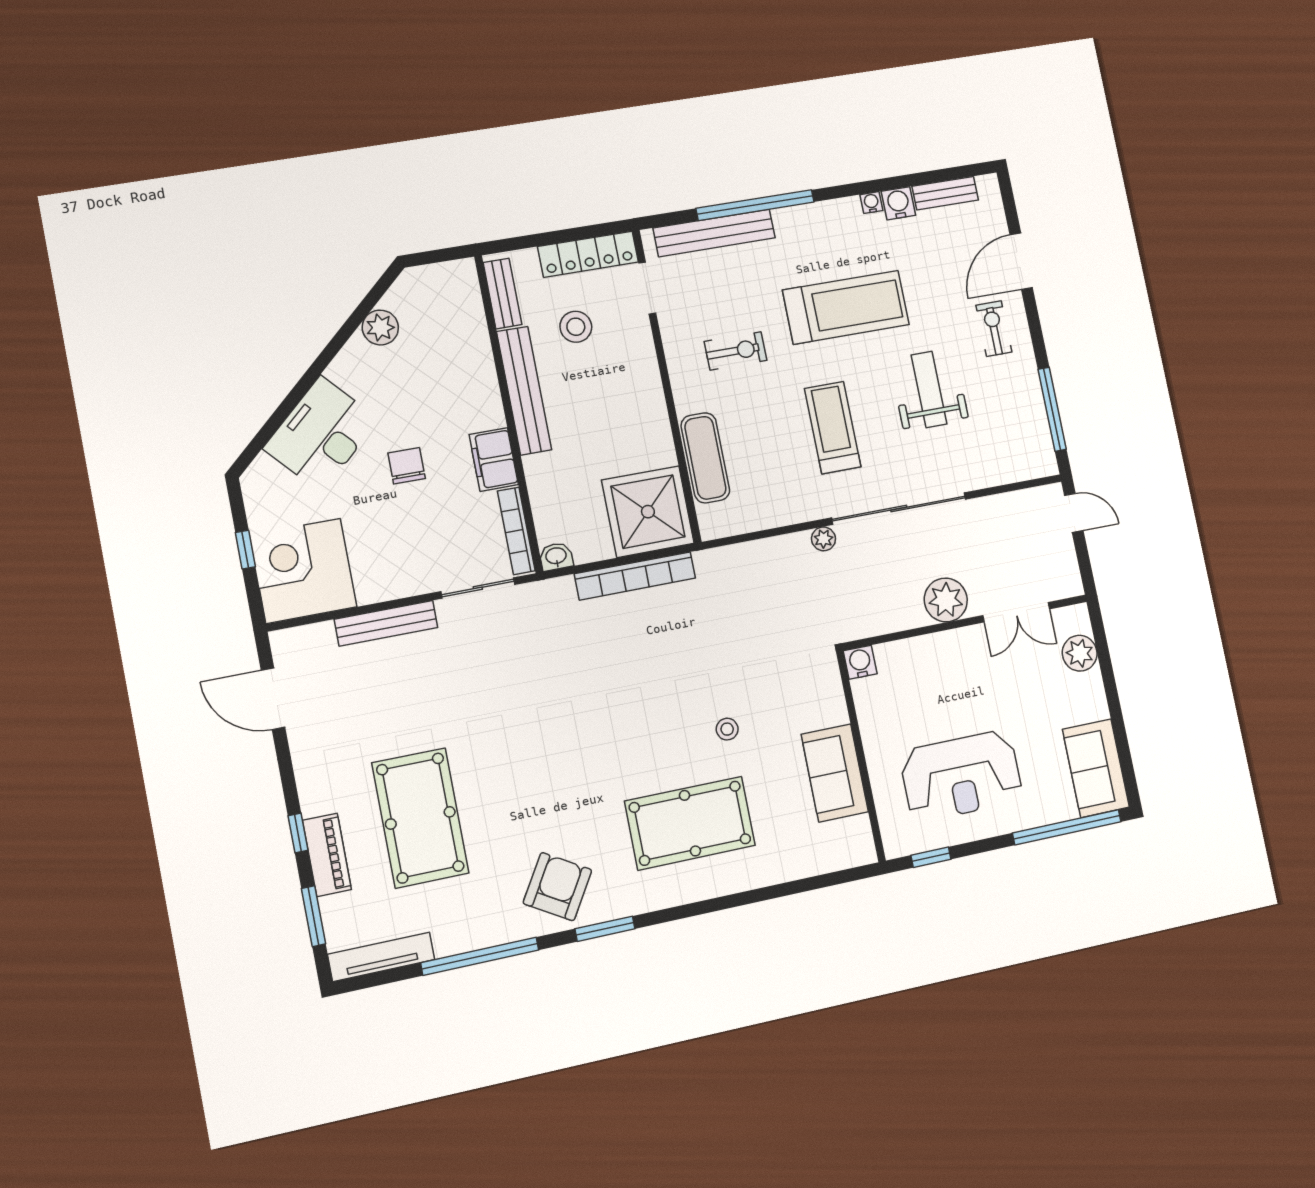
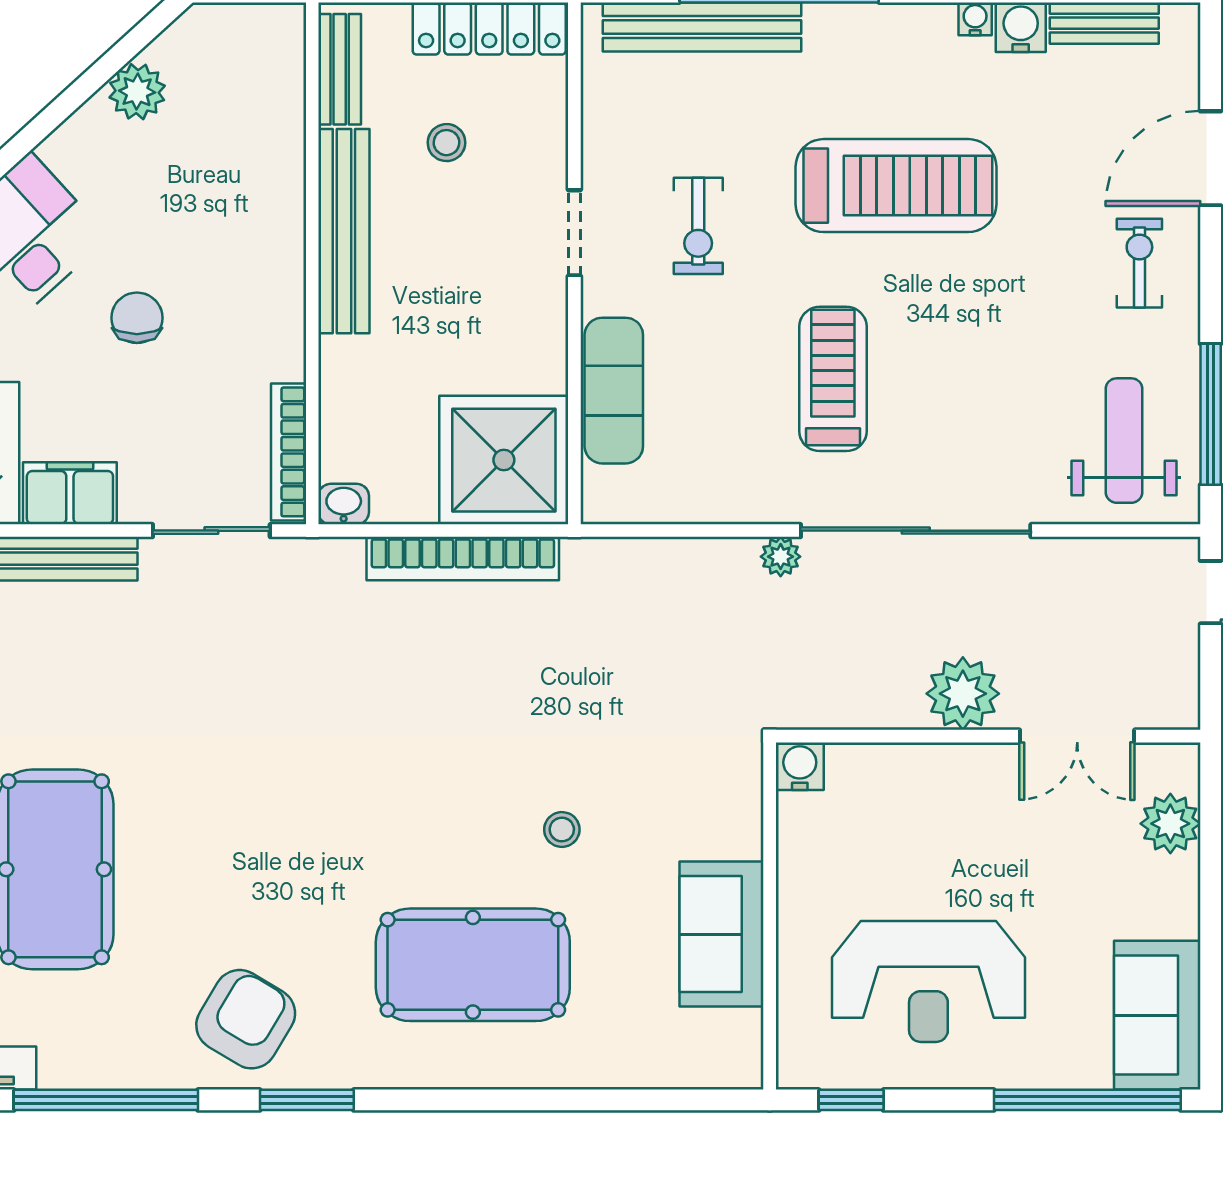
doorway: (647, 288) -> (574, 233), moved
stool: (576, 327) -> (446, 143), width x0.73, depth x0.73
exercise bike: (736, 351) -> (698, 226), turned 90
weight bench: (929, 390) -> (1124, 441), moved
filing cabinet: (494, 460) -> (70, 493), moved, turned 90

